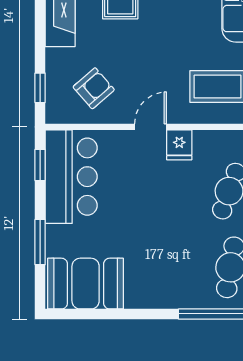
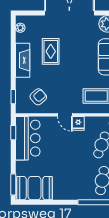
door: (151, 127) -> (65, 115), swing flipped
window: (40, 242) -> (13, 184), moved

